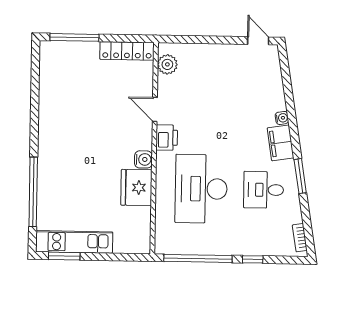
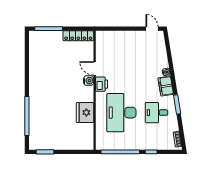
plant: (167, 64) -> (101, 43), removed
water cooler: (143, 159) -> (89, 81), moved
kitchen unit: (74, 242) -> (50, 144), removed

